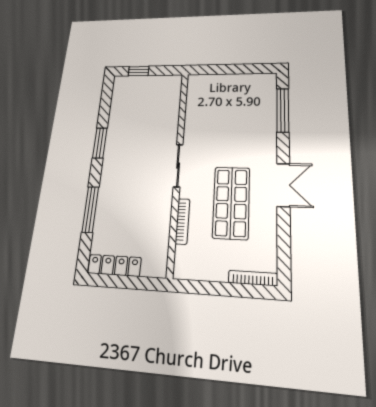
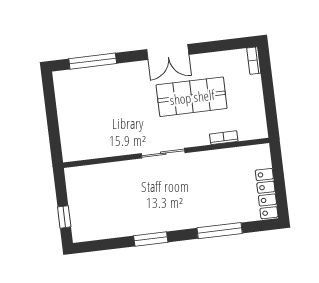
double door: (283, 185) -> (168, 52), swing flipped
bookcase: (182, 221) -> (224, 138), width x0.64
bookcase: (253, 278) -> (254, 61), width x0.64

